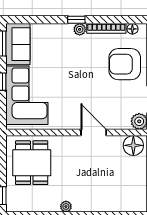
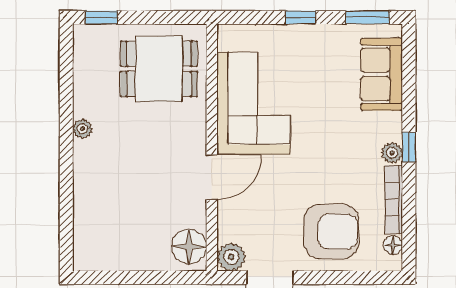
sofa: (18, 44) -> (382, 74), moved, turned 90
armchair: (125, 64) -> (331, 232), turned 90
corner sofa: (27, 95) -> (254, 103), moved, turned -90

